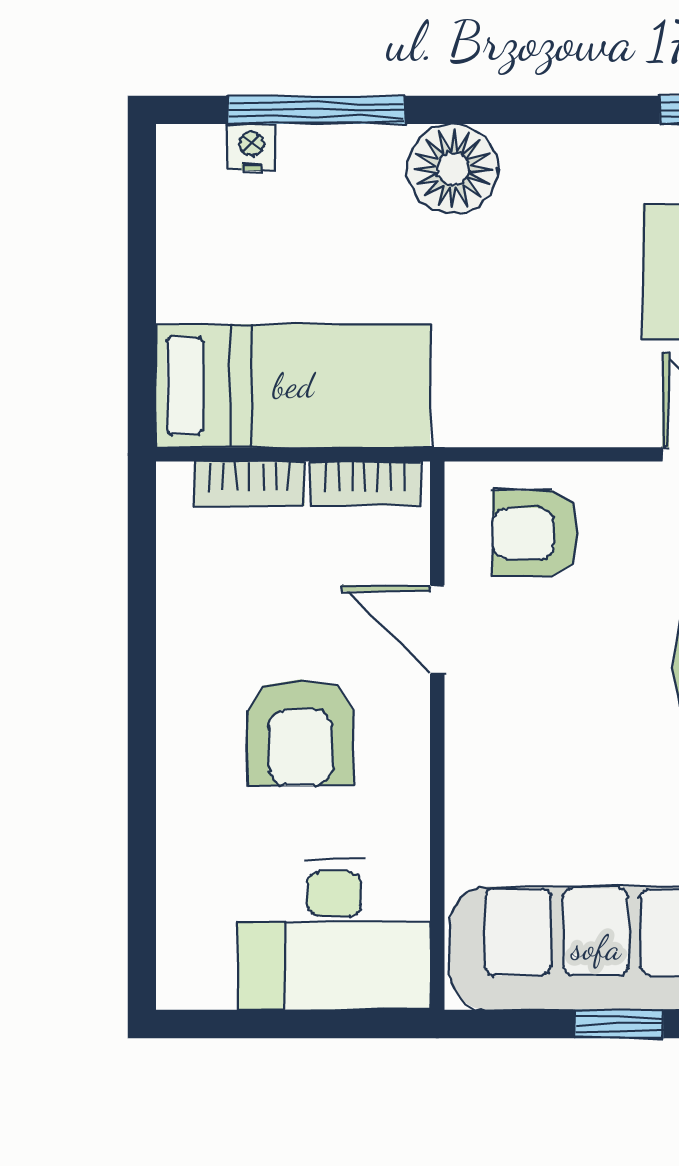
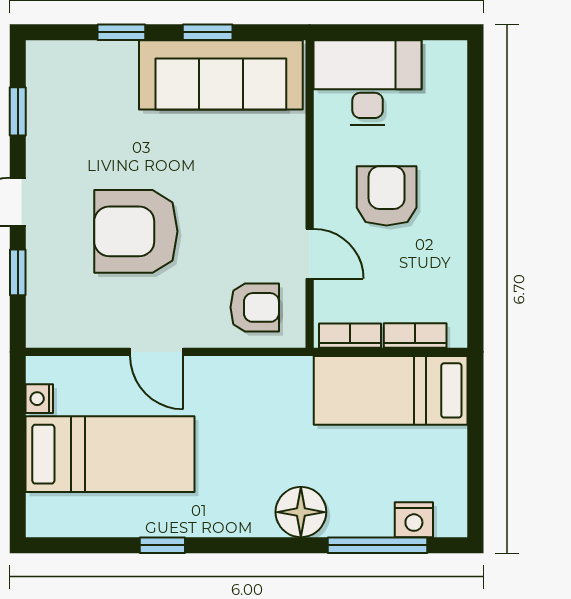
nightstand: (251, 147) -> (414, 520), width x1.39, depth x1.35

